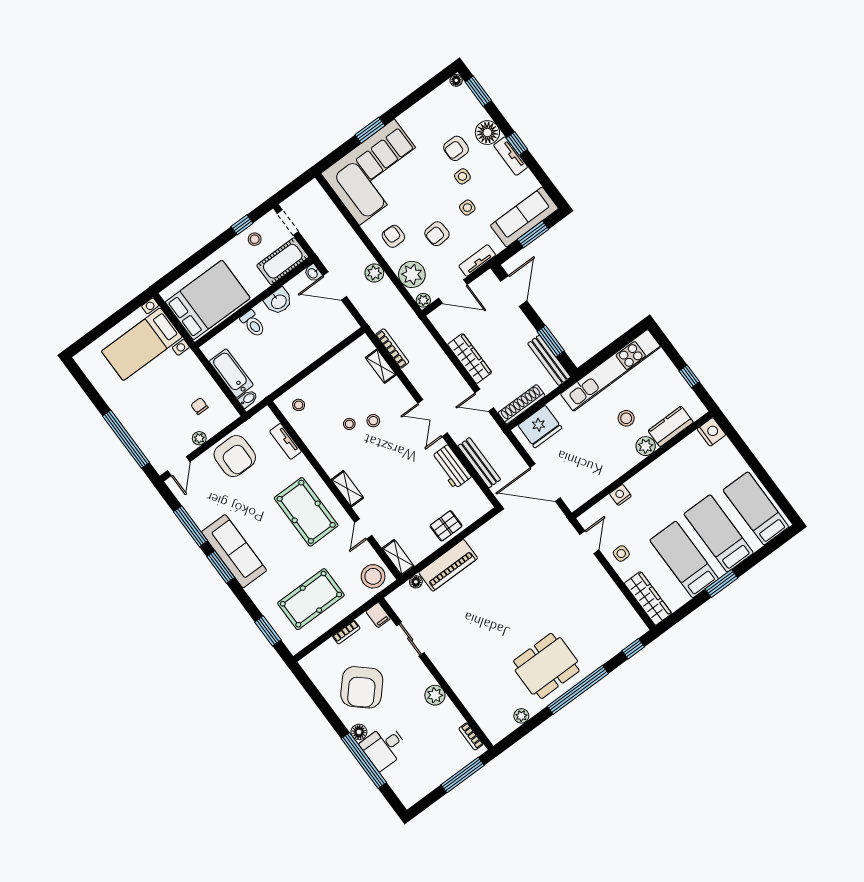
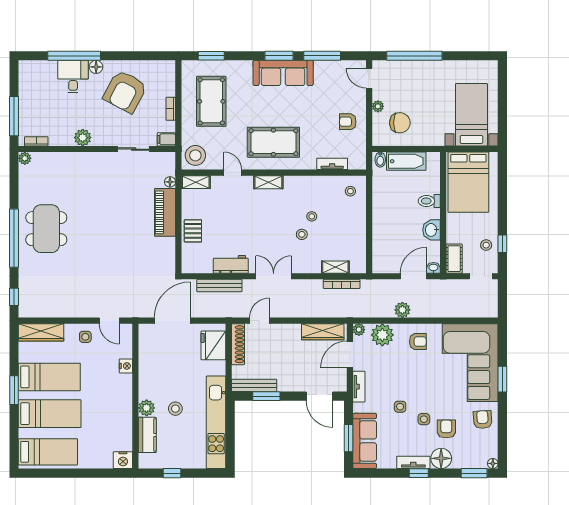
armchair: (437, 234) -> (483, 420), moved
cot: (283, 261) -> (454, 259), width x0.73, depth x0.75
wardrobe: (470, 359) -> (323, 332), moved
chair: (199, 406) -> (400, 123), width x1.87, depth x1.87
armchair: (235, 456) -> (348, 122), width x0.53, depth x0.53
armchair: (362, 687) -> (125, 91), turned -104
plant: (521, 716) -> (25, 158), moved

